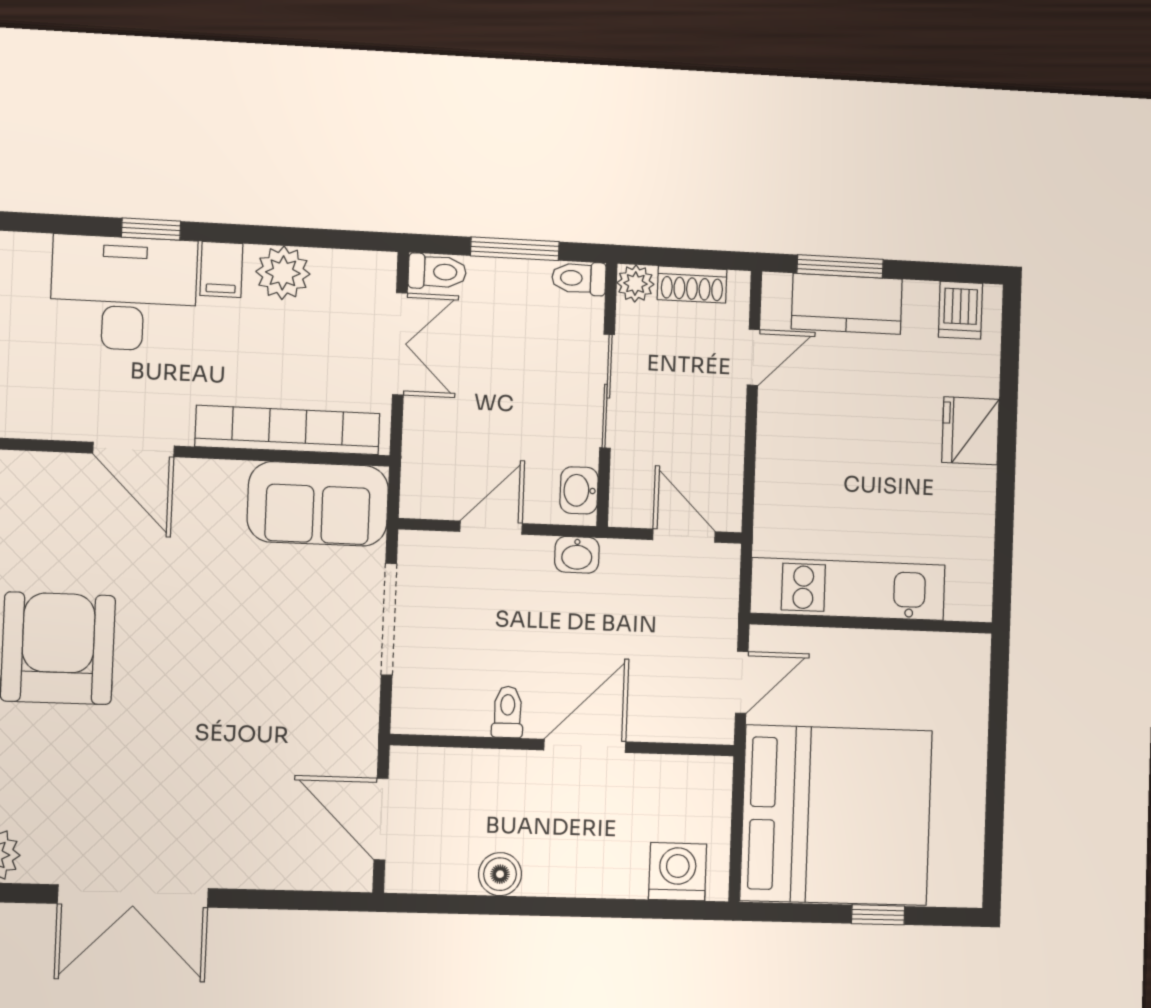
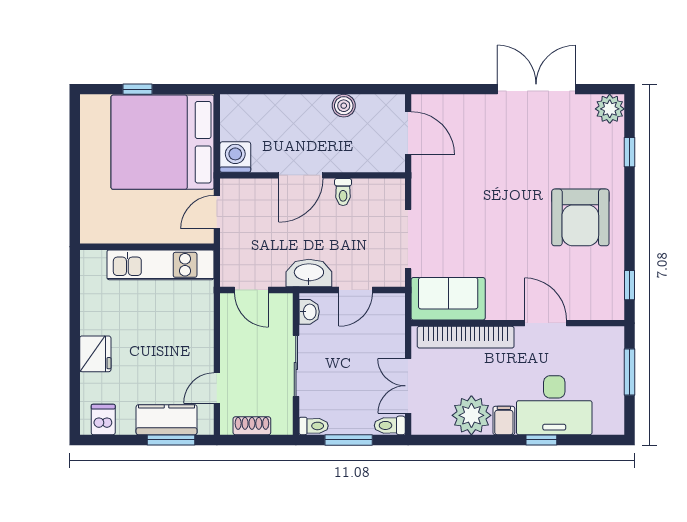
plant: (283, 273) -> (471, 415), width x1.36, depth x1.36
plant: (635, 284) -> (283, 425), removed
washbasin: (577, 555) -> (309, 273), width x1.91, depth x1.45
washing machine: (678, 872) -> (235, 157), moved, turned 180

